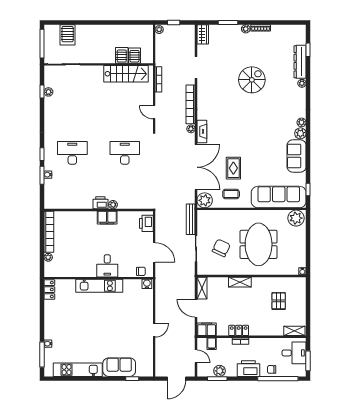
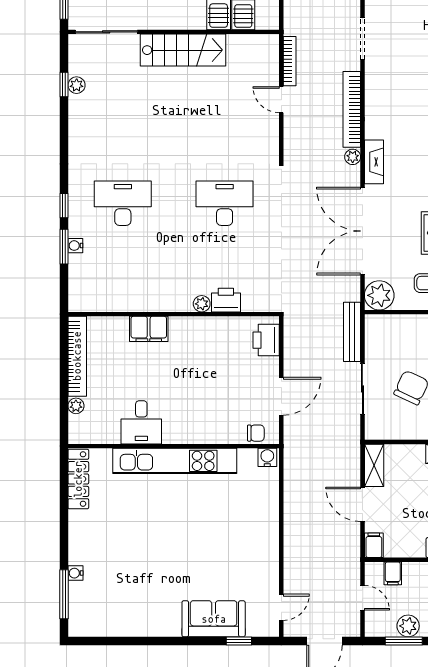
stairs: (126, 74) -> (183, 50), moved
door: (154, 112) -> (281, 100), moved
double door: (196, 167) -> (362, 231), swing flipped
printer: (100, 203) -> (226, 300), moved
filing cabinet: (107, 218) -> (149, 329), moved
door: (154, 252) -> (281, 396), hinge flipped
desk: (107, 266) -> (141, 422), moved
kitchen unit: (99, 286) -> (175, 461), width x1.36
locker: (49, 290) -> (78, 479), width x1.53
filing cabinet: (207, 329) -> (374, 545), width x0.50
door: (154, 330) -> (281, 607), moved
kitchen unit: (78, 370) -> (133, 624), removed

